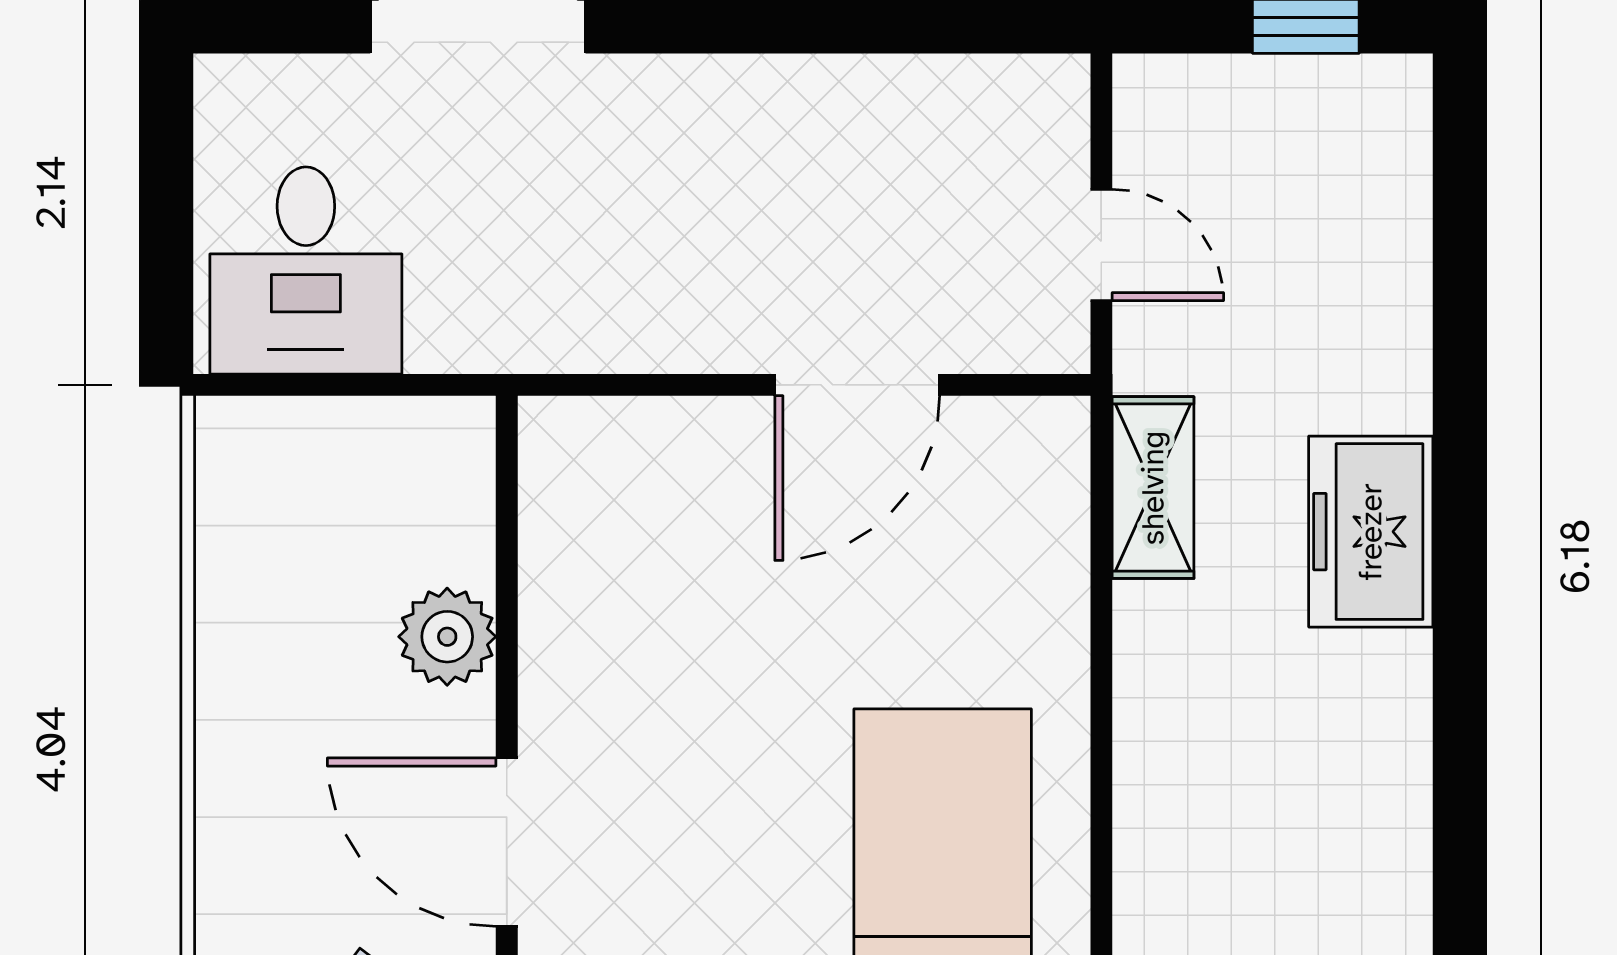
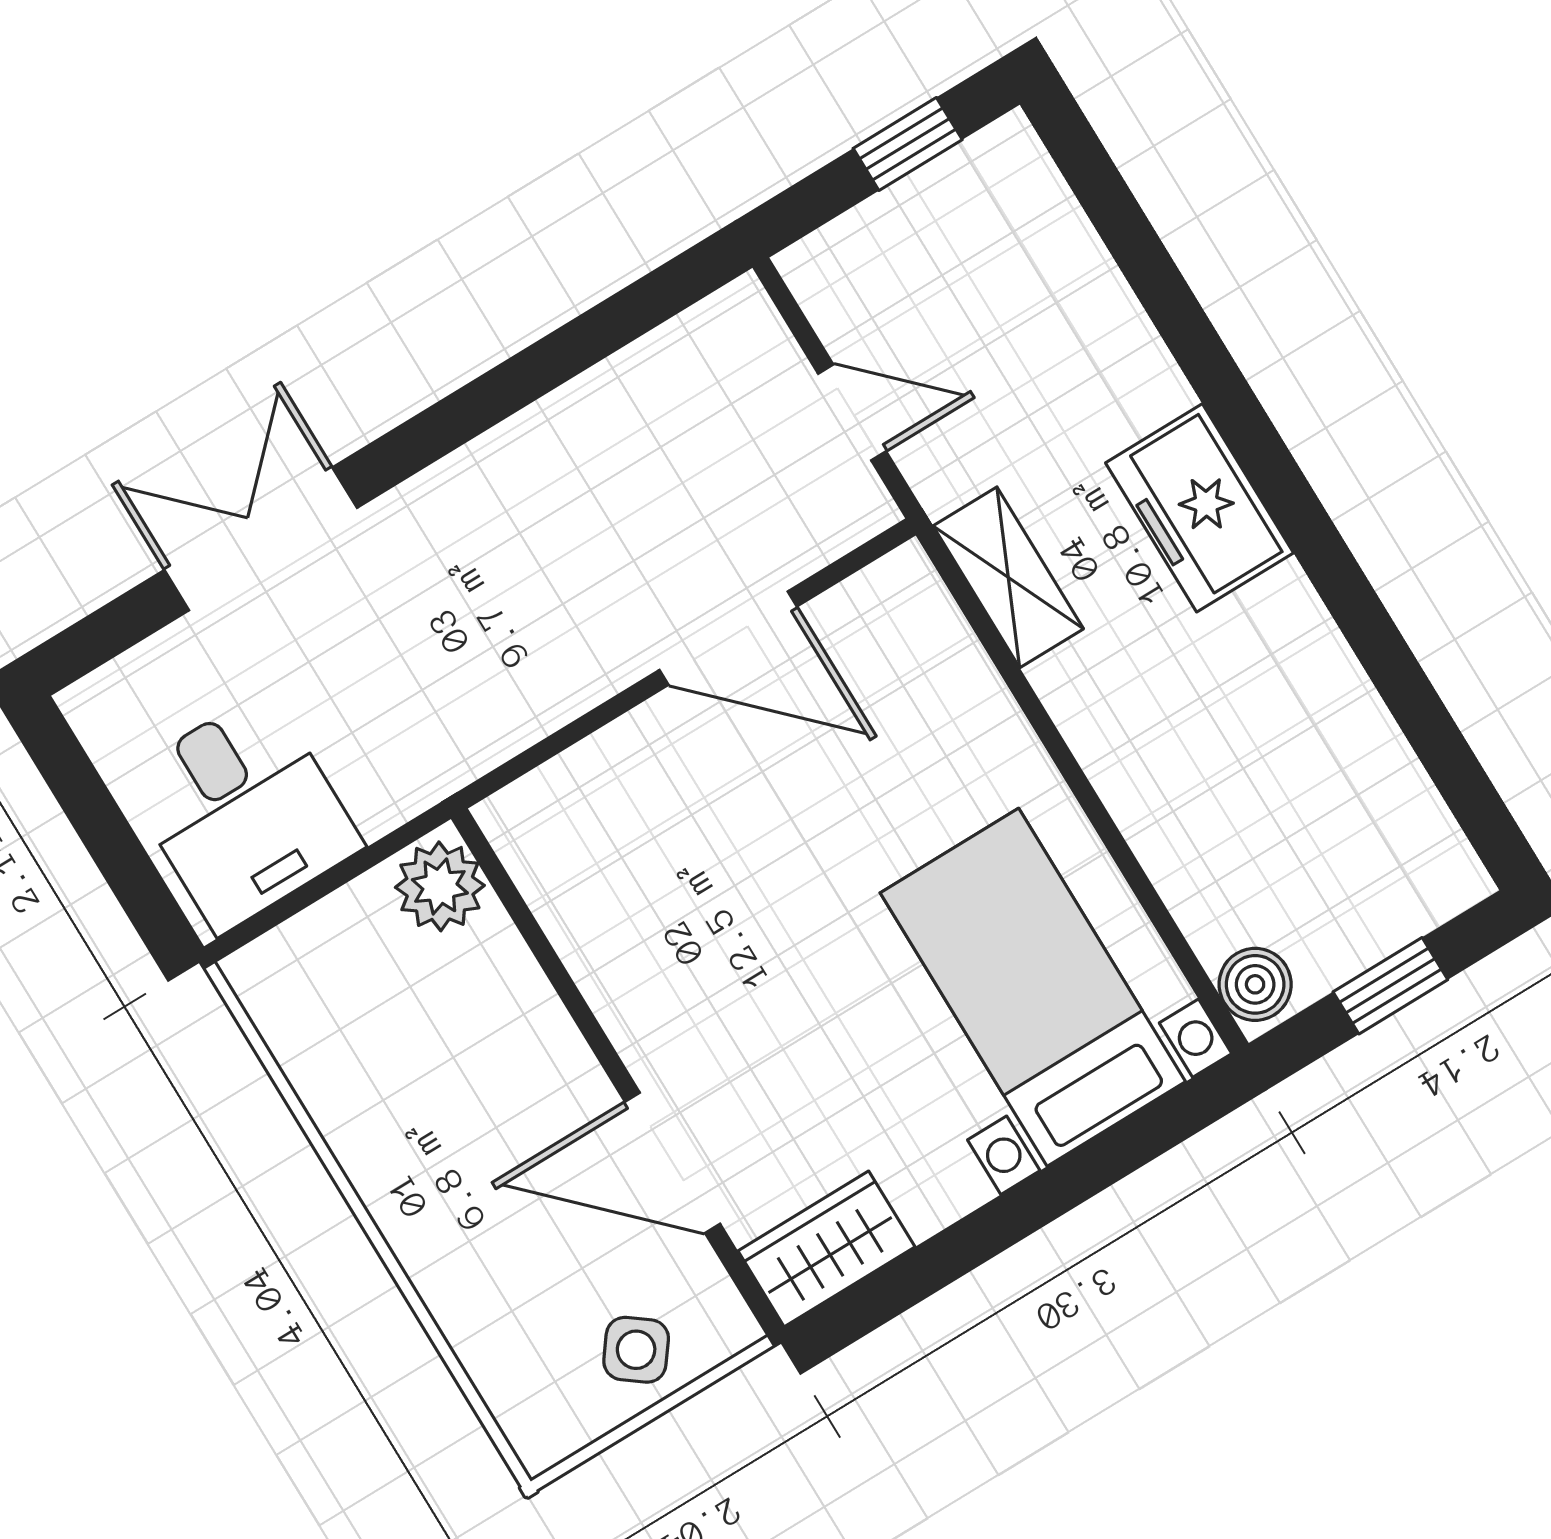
door: (857, 385) -> (728, 638), hinge flipped
plant: (447, 637) -> (440, 886), moved

